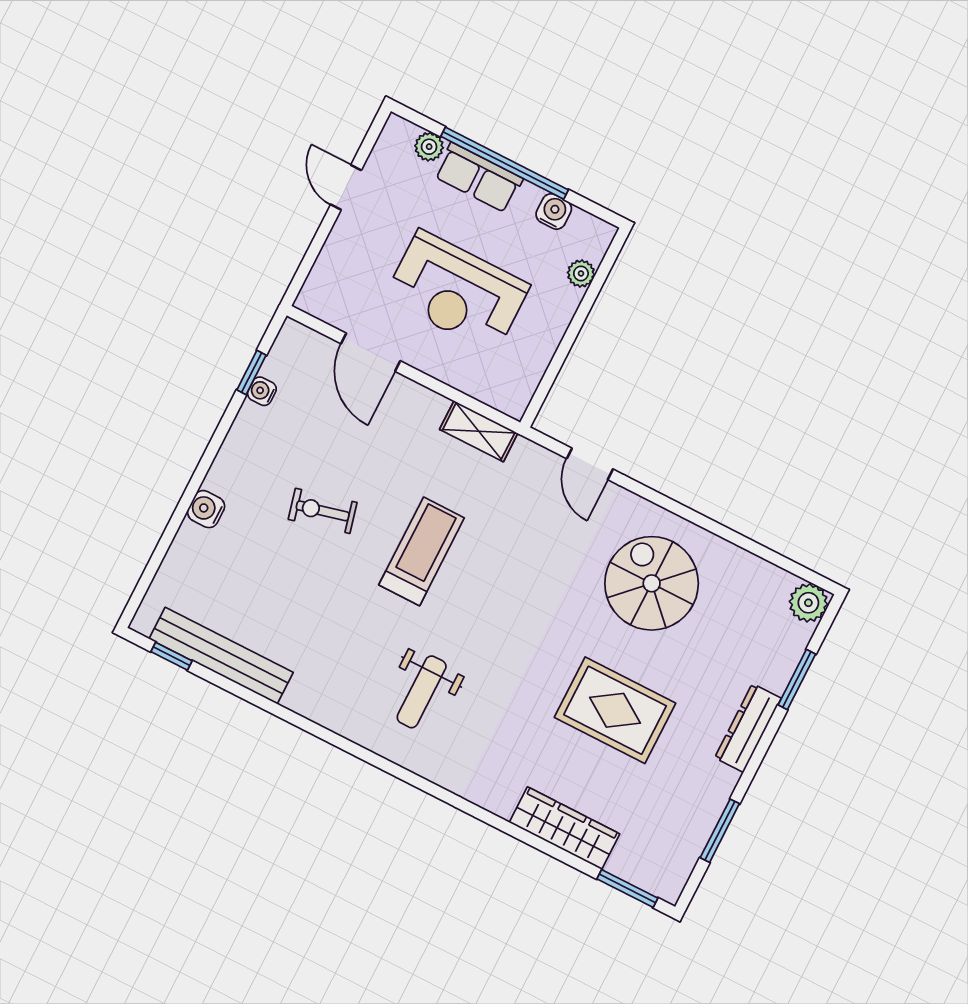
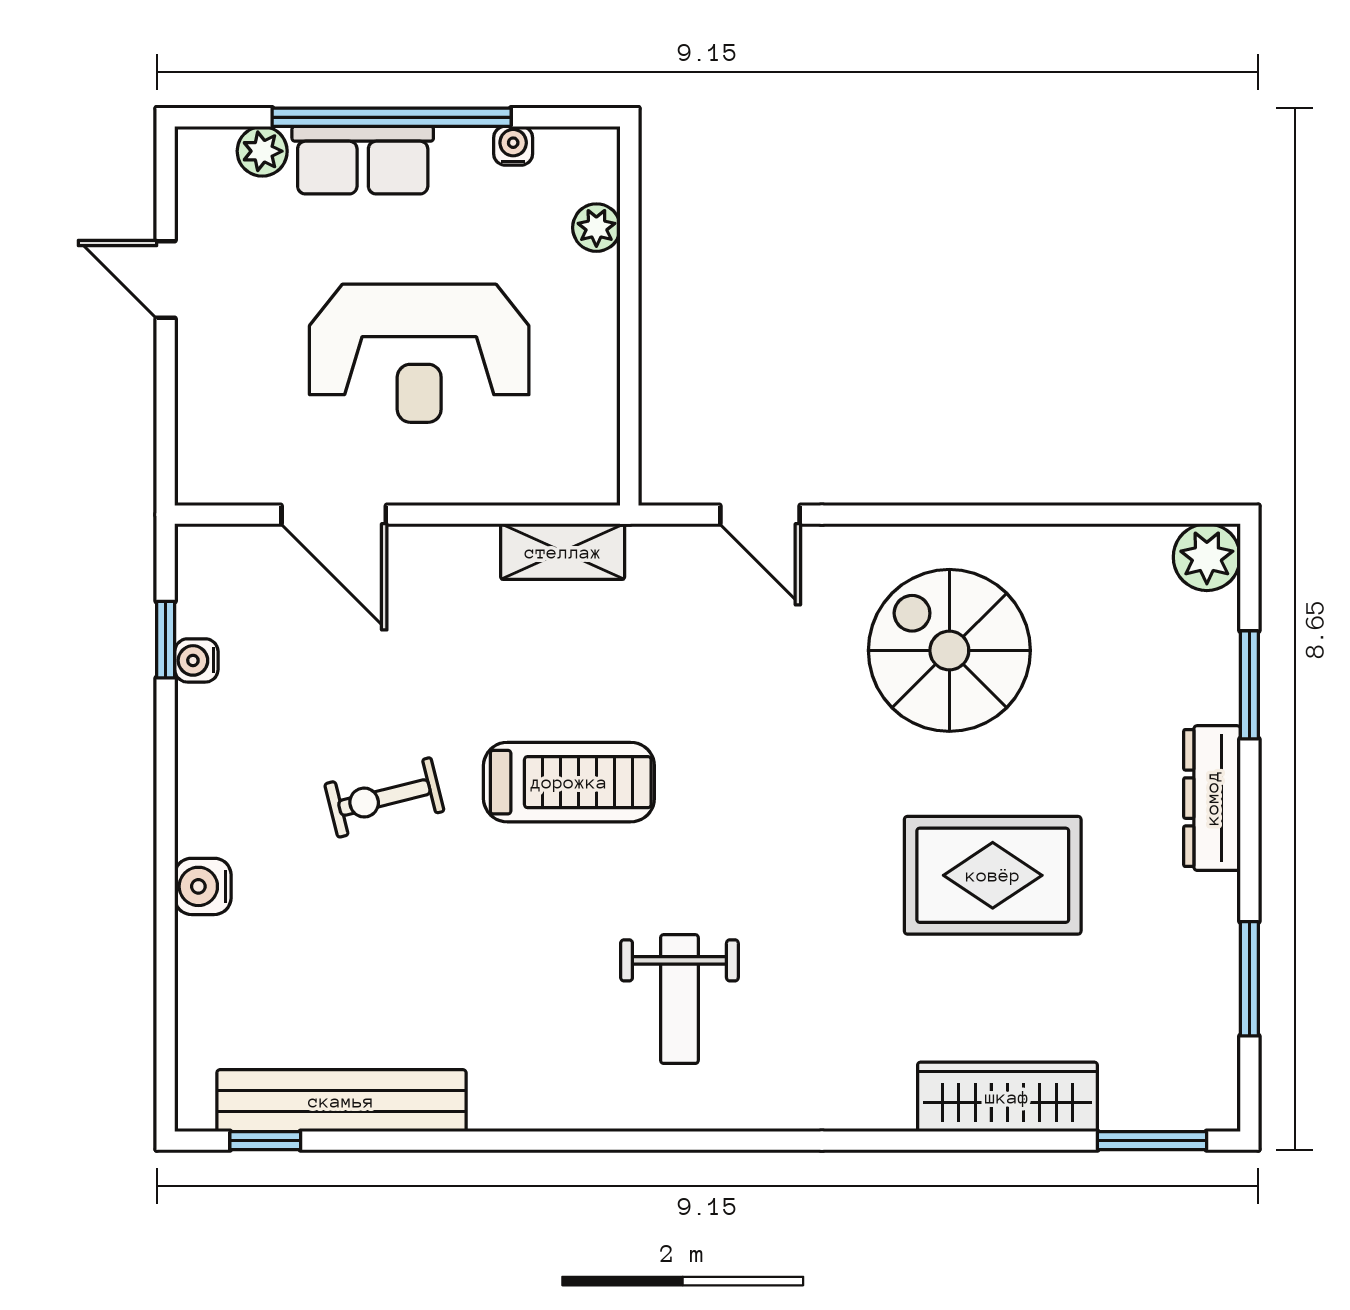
water cooler: (554, 211) -> (513, 146), width x0.72, depth x0.72
treadmill: (422, 551) -> (569, 782), turned 90

